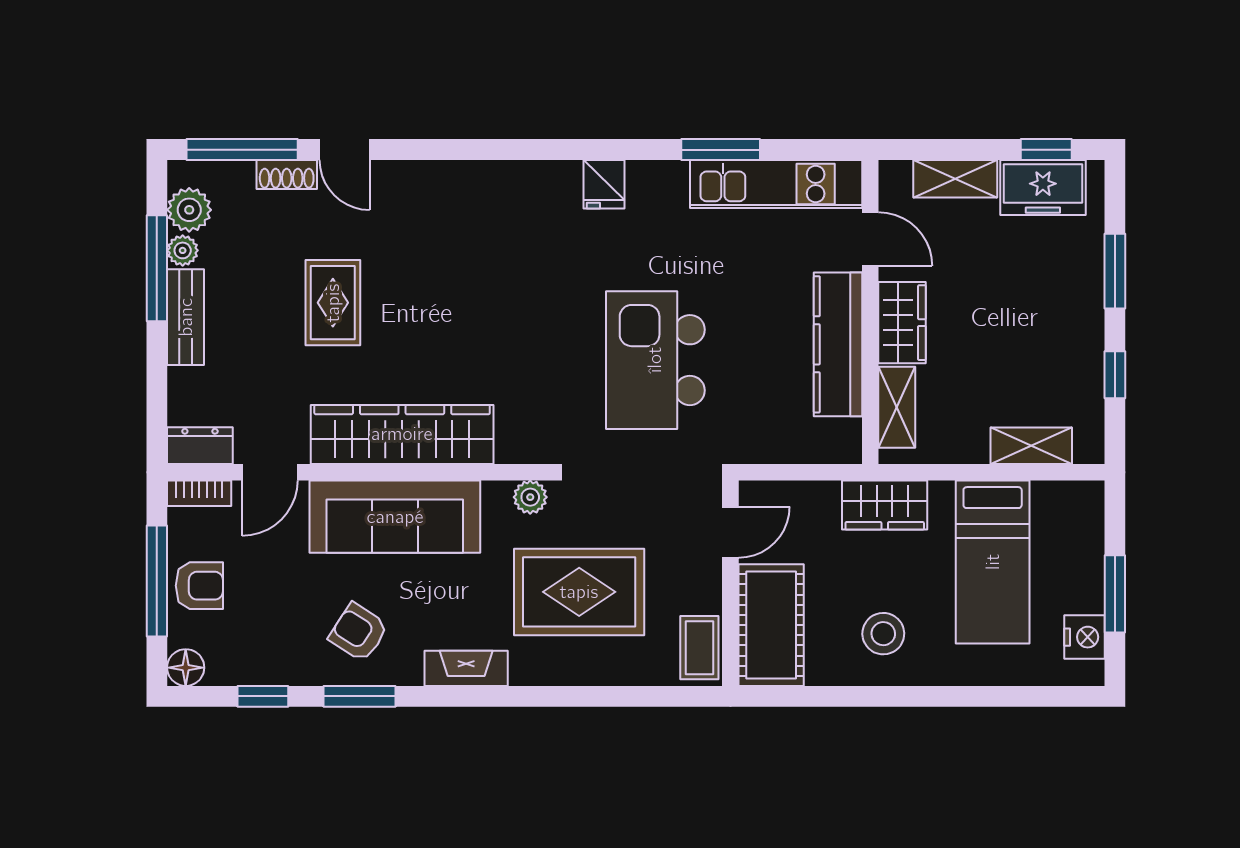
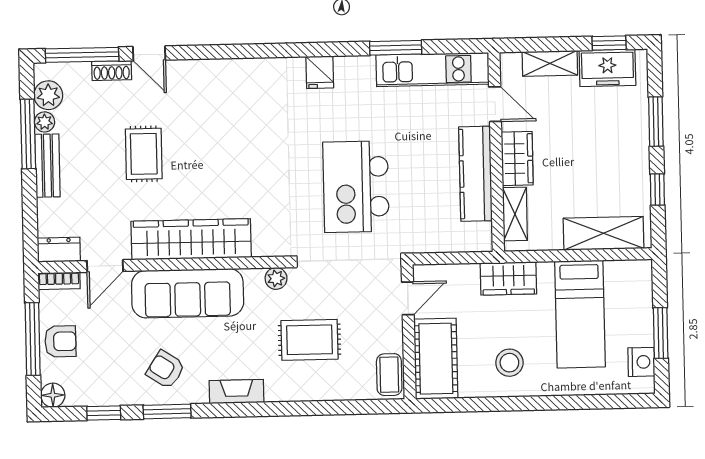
shelving: (1031, 446) -> (604, 233), width x1.50, depth x1.33
rug: (579, 592) -> (309, 340), width x0.73, depth x0.70

